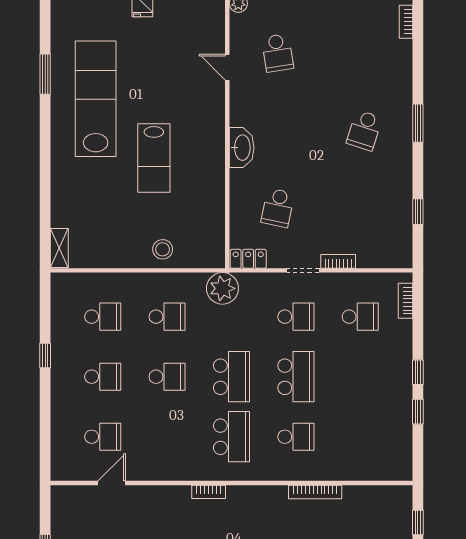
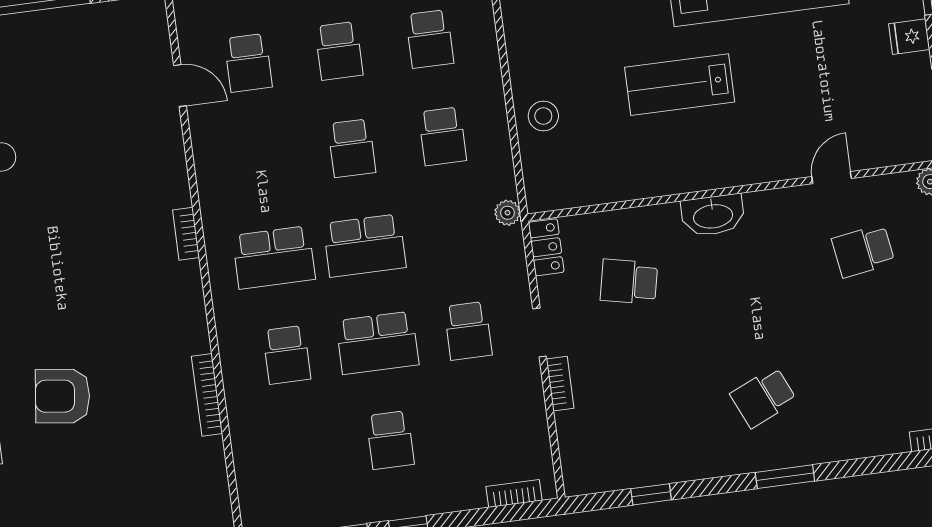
school desk: (364, 130) -> (763, 397), turned -42
plant: (222, 288) -> (507, 213), width x0.53, depth x0.53
school desk: (360, 317) -> (390, 440), moved

